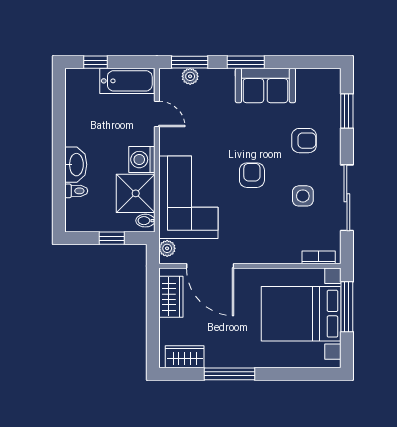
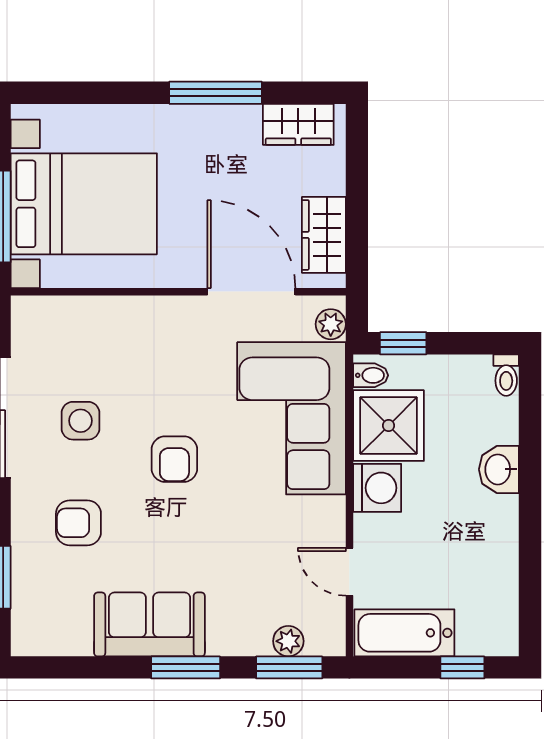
washbasin: (76, 165) -> (499, 469), width x0.72
toilet: (76, 191) -> (506, 375), moved, turned -90
window: (112, 238) -> (403, 343), moved
bookcase: (319, 257) -> (52, 308), removed

